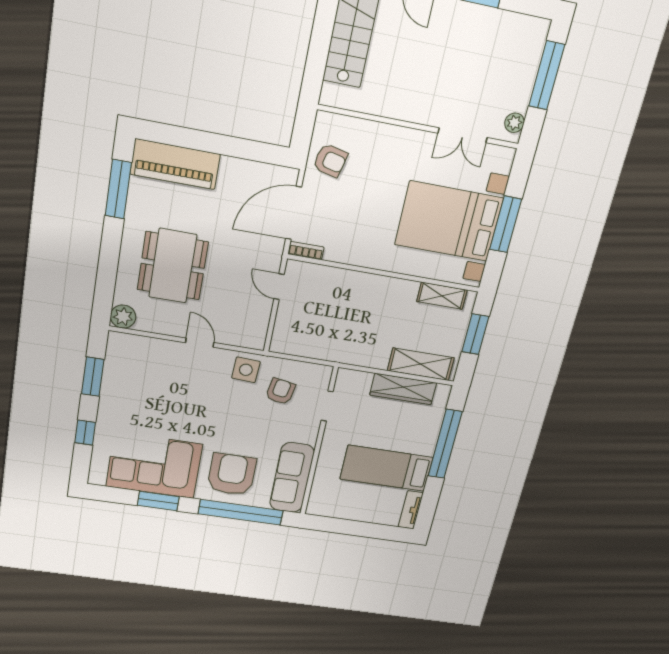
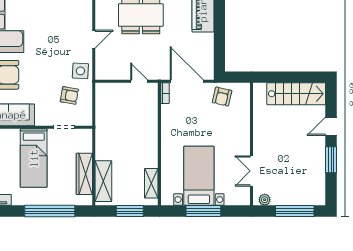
bed with nightstands: (449, 221) -> (199, 176), width x0.73
door: (279, 287) -> (139, 81), hinge flipped
bed: (386, 468) -> (34, 158), moved, turned 180

